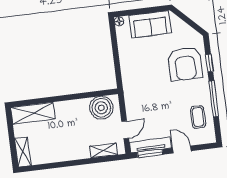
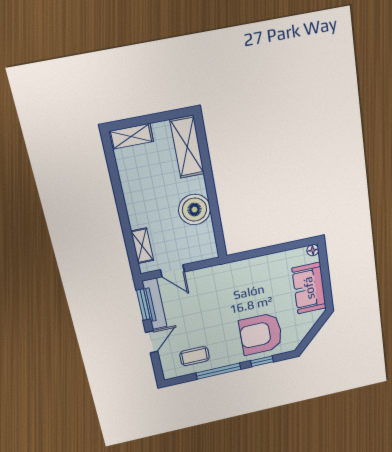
boiler: (101, 108) -> (194, 210), moved

